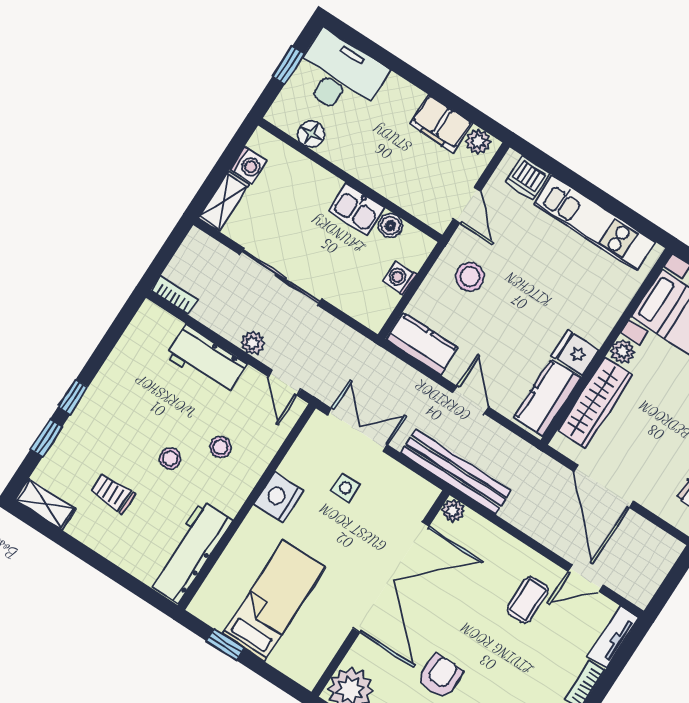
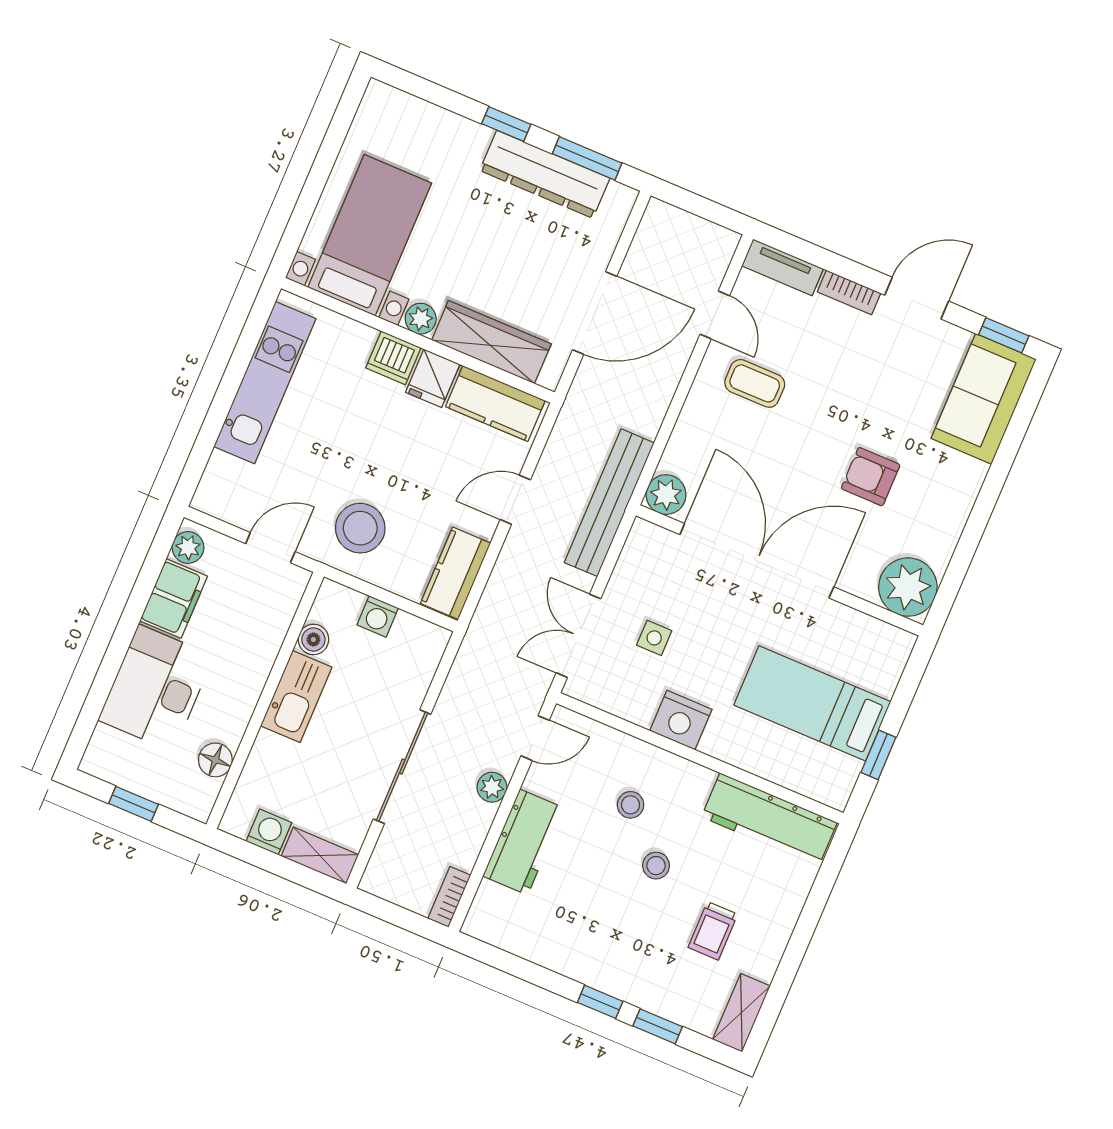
desk: (339, 75) -> (156, 688), moved
dishwasher: (528, 178) -> (393, 358), moved, turned 90
kitchen sink: (356, 209) -> (296, 696), width x1.38
stool: (470, 277) -> (360, 528), width x1.38, depth x1.38
plant: (453, 511) -> (666, 495), width x1.38, depth x1.38

